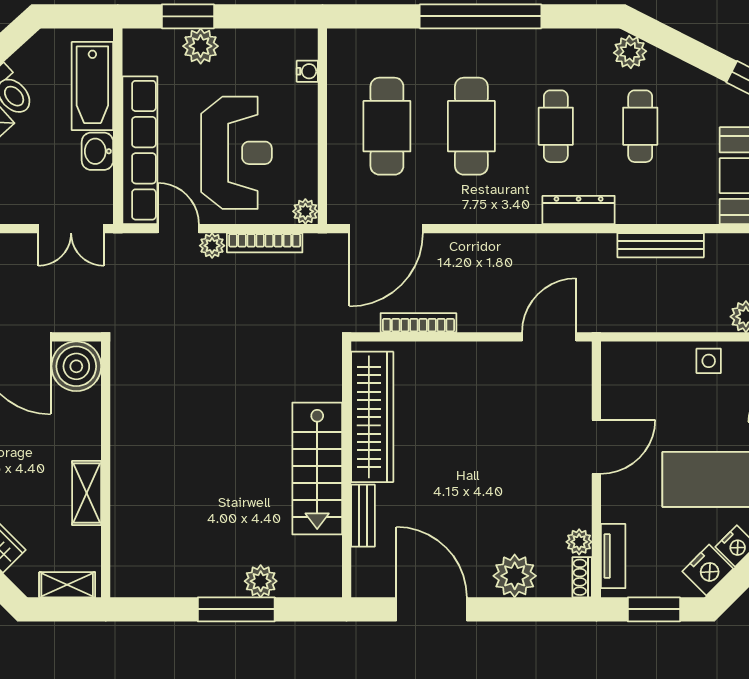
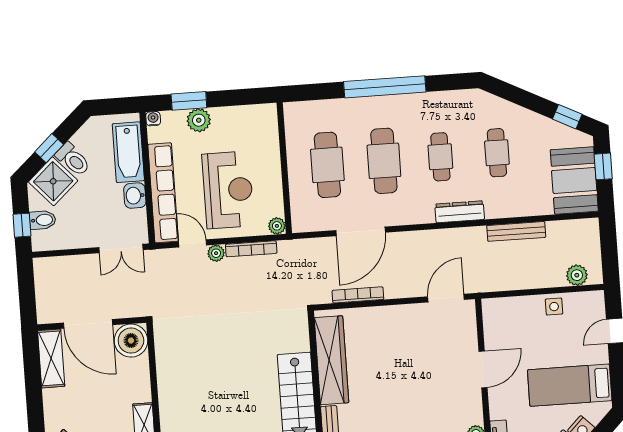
plant: (630, 52) -> (487, 104), removed
water cooler: (307, 71) -> (153, 119), moved, turned -90
door: (386, 229) -> (361, 231), moved

